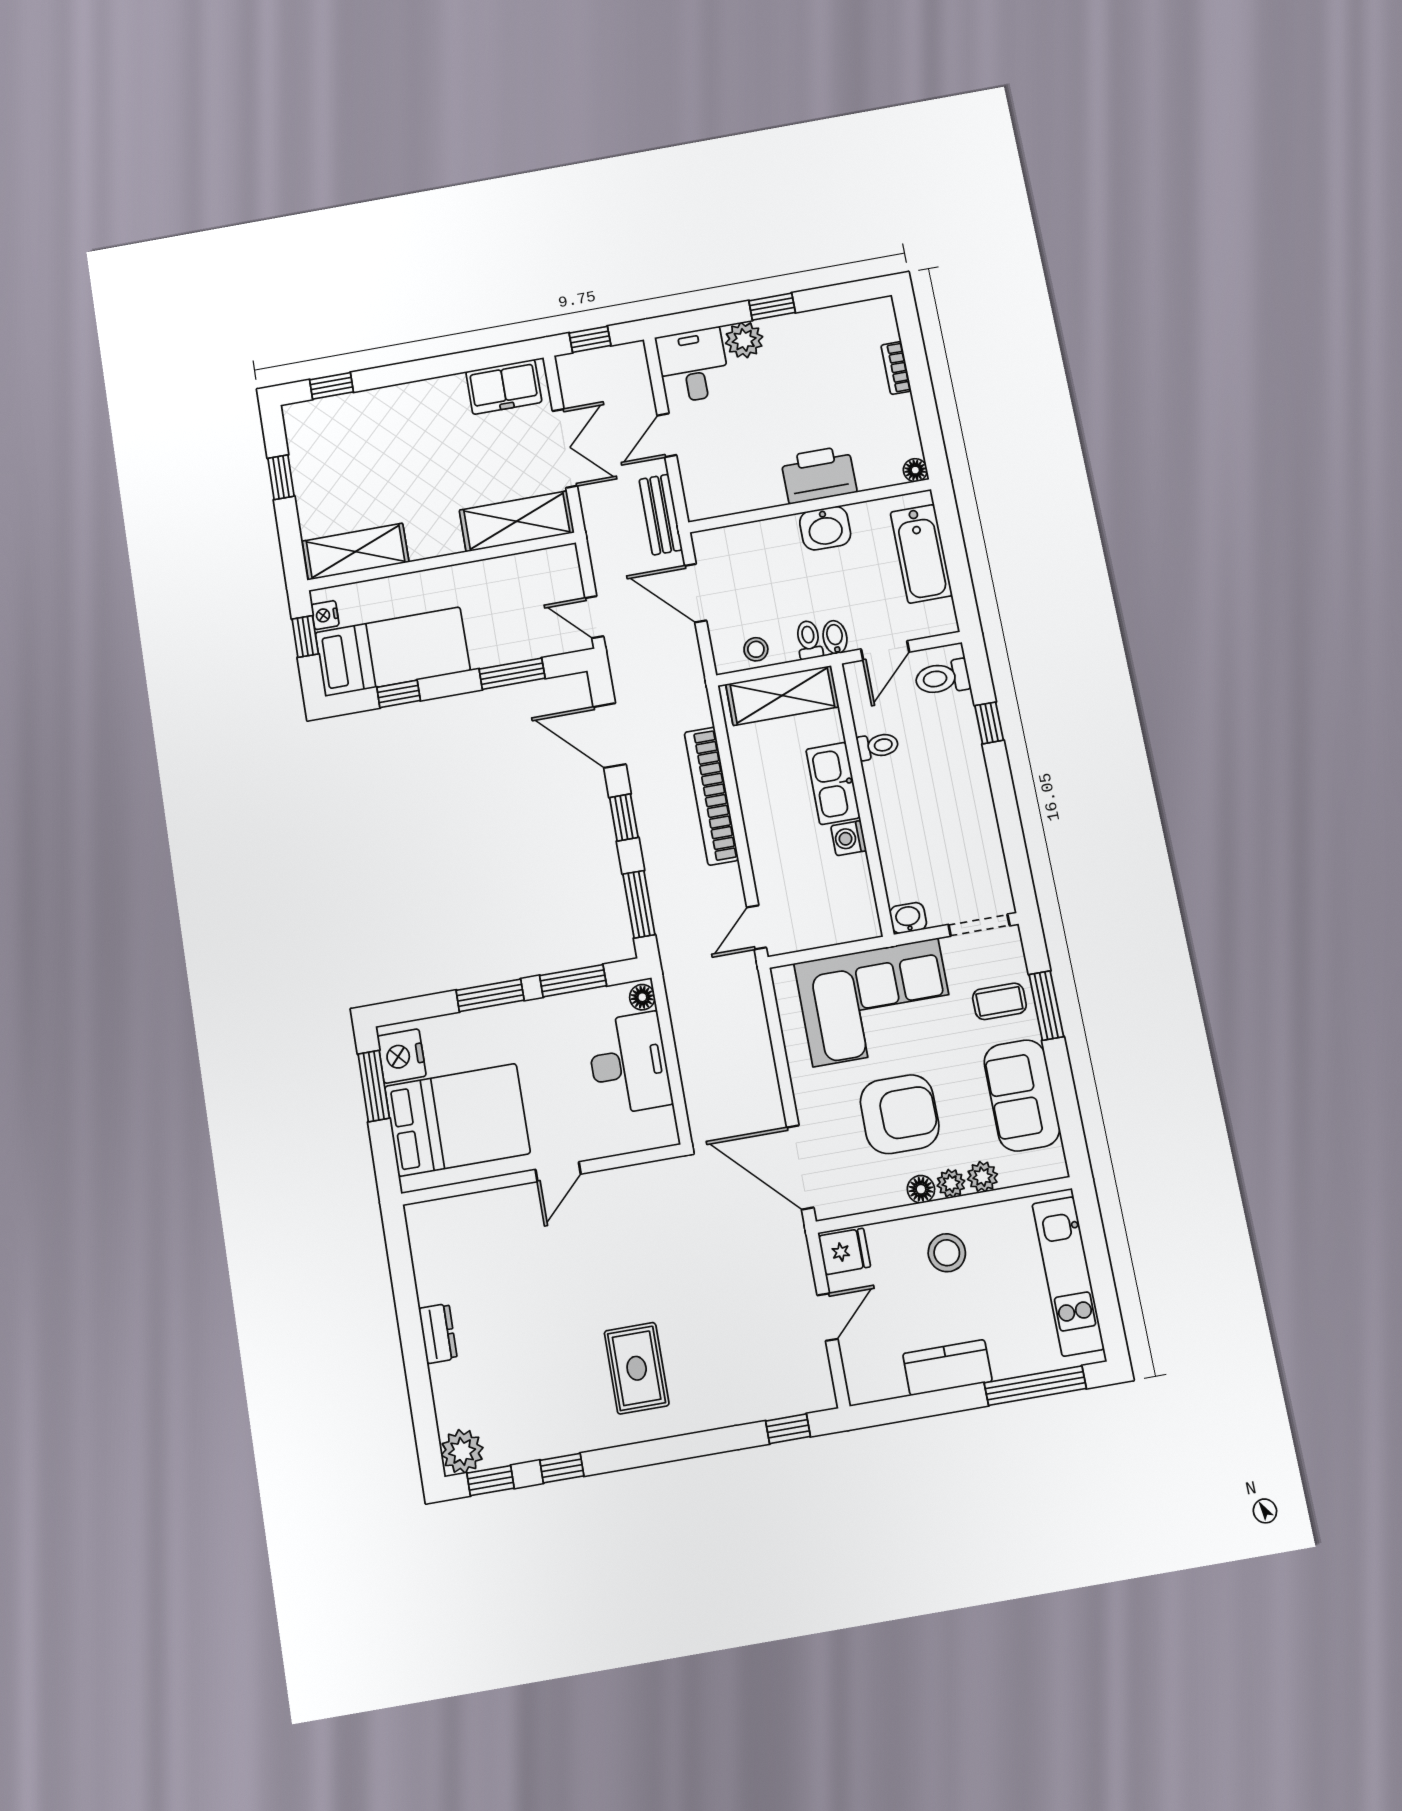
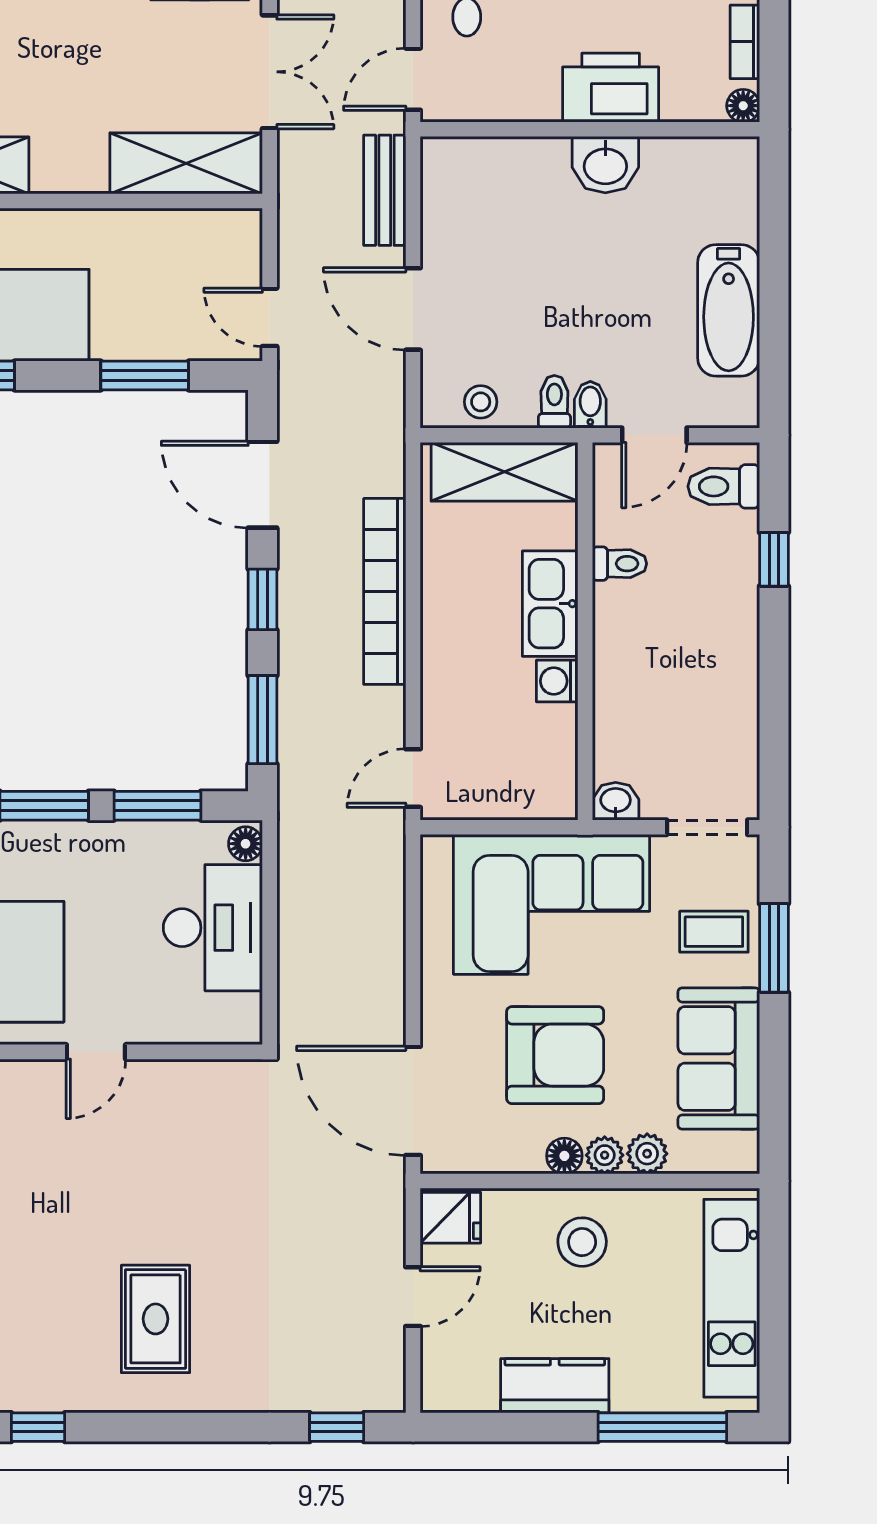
floor lamp: (915, 470) -> (743, 106), moved
printer: (819, 475) -> (611, 88), moved
wall: (809, 506) -> (590, 129), moved
washbasin: (825, 528) -> (605, 165), moved

